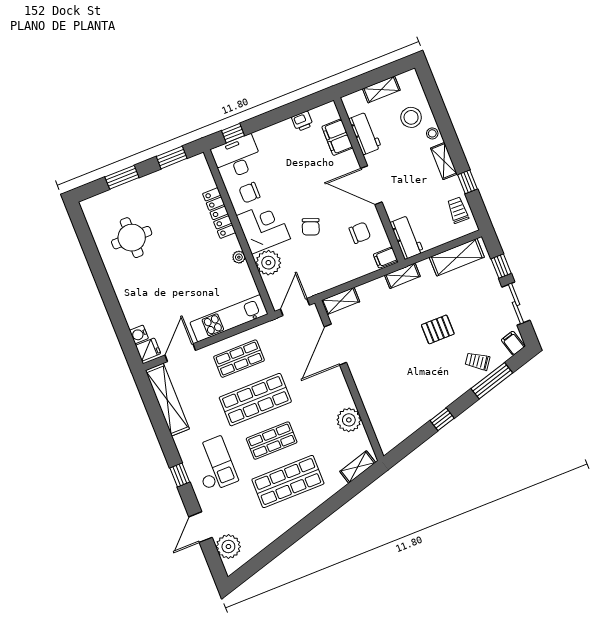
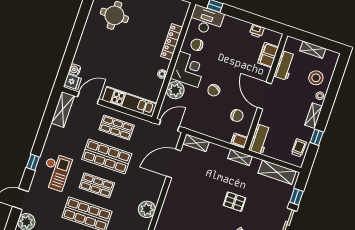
shelving: (167, 400) -> (63, 109), width x0.68

